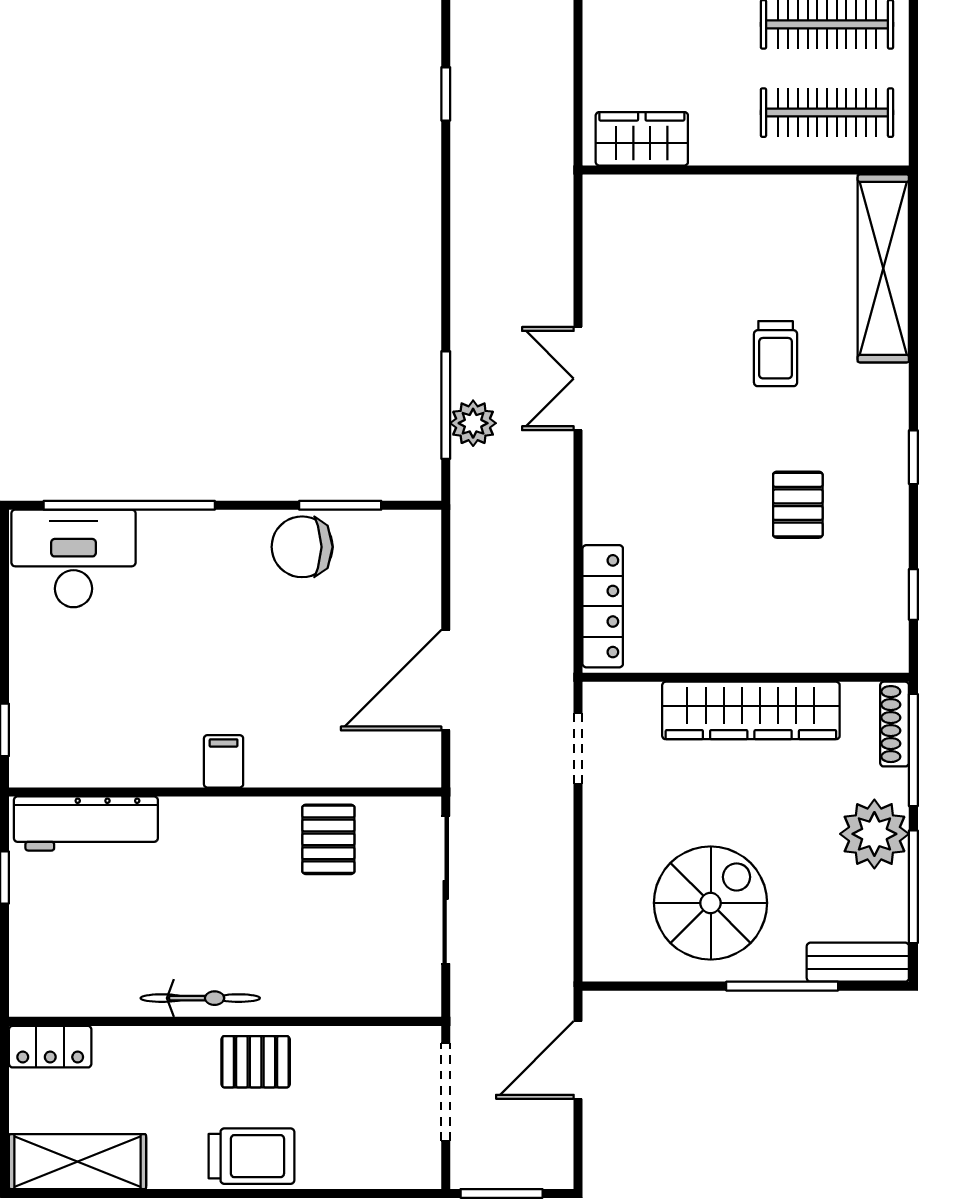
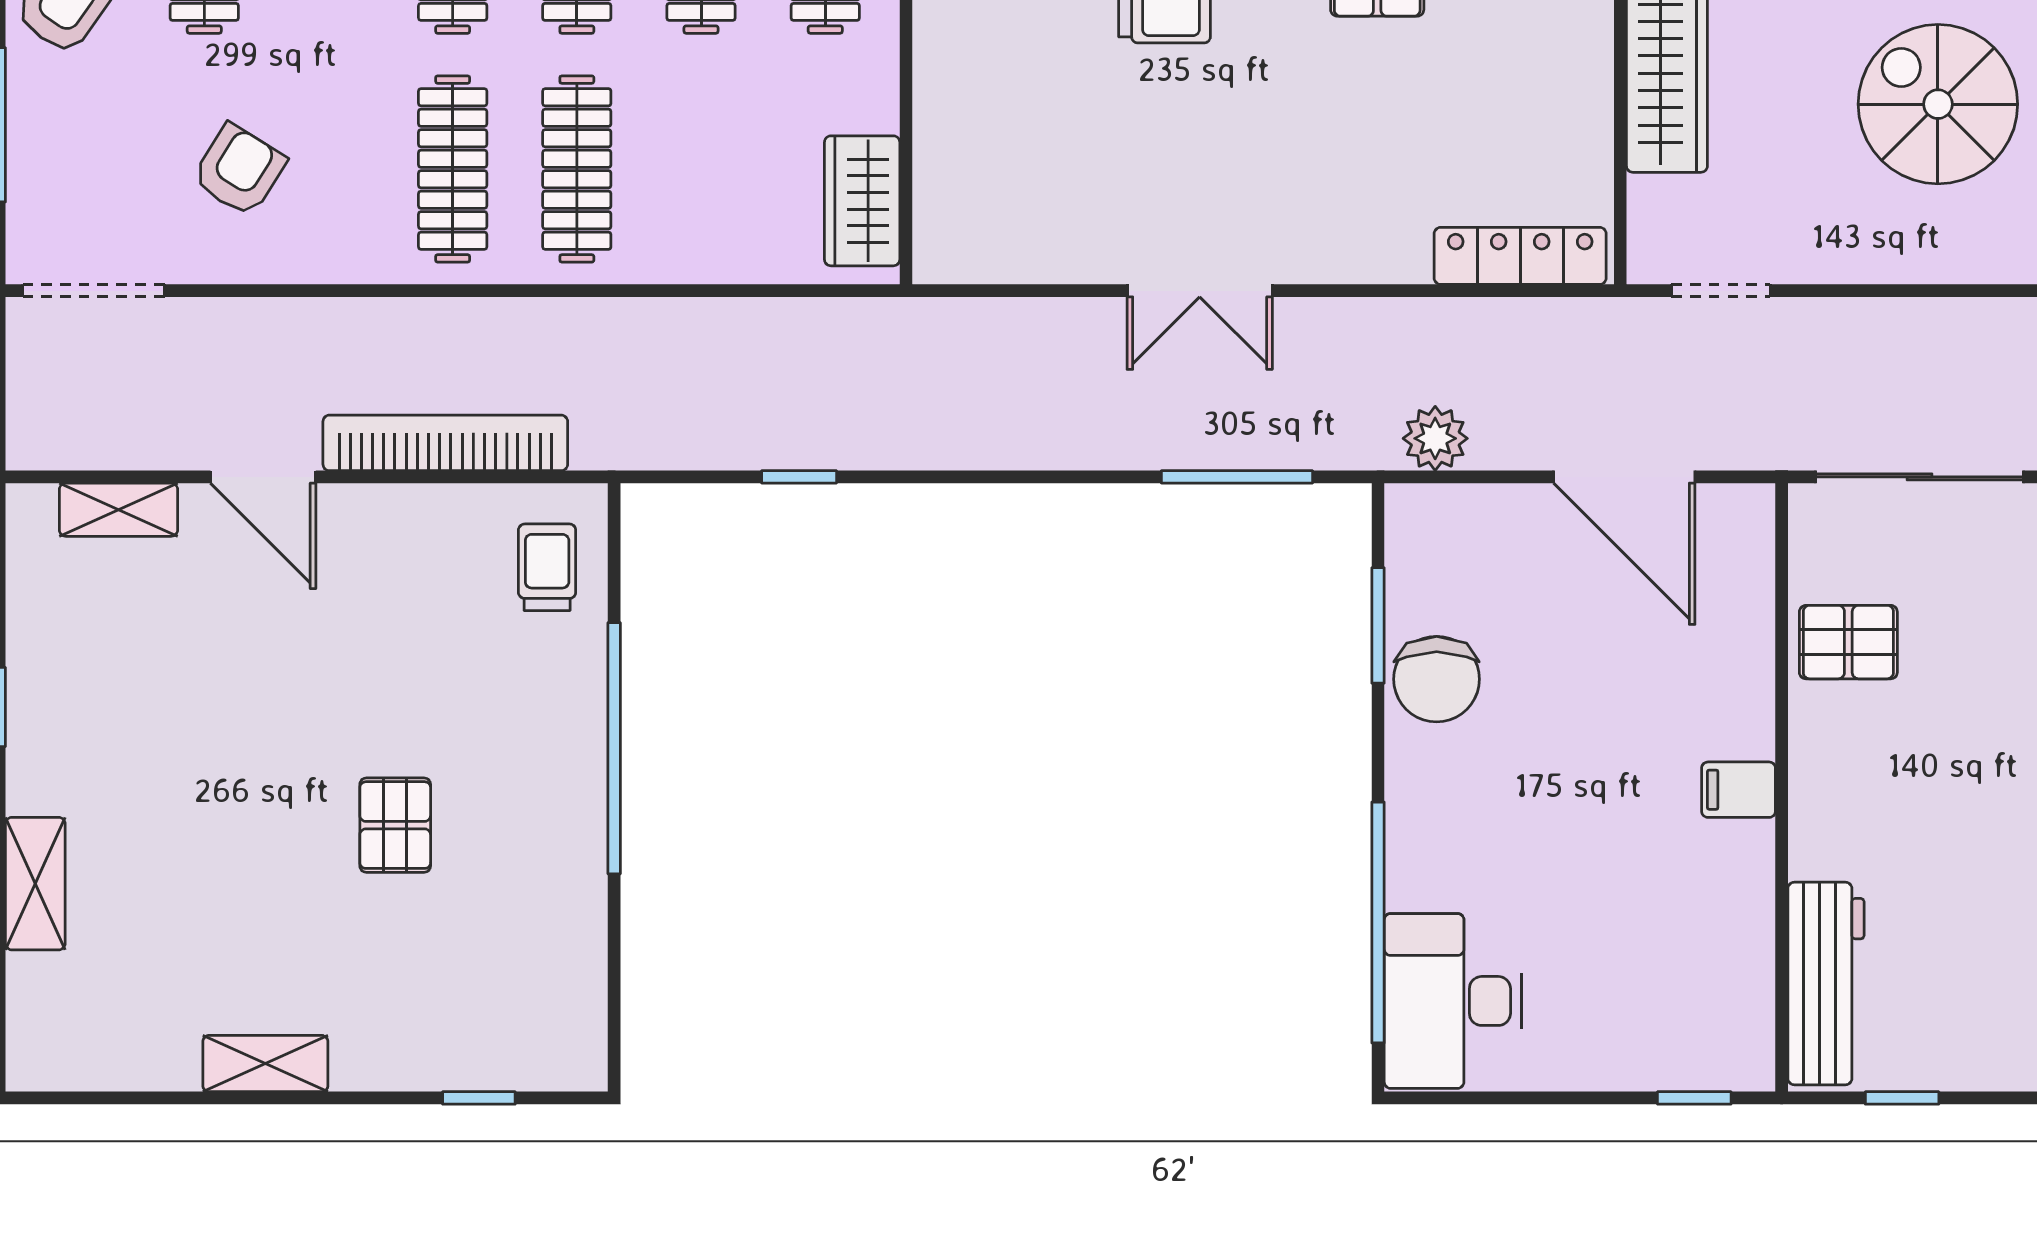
plant: (473, 423) -> (1435, 438), moved

